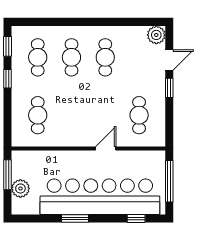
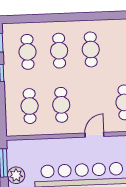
cafe table: (71, 115) -> (61, 105), added

